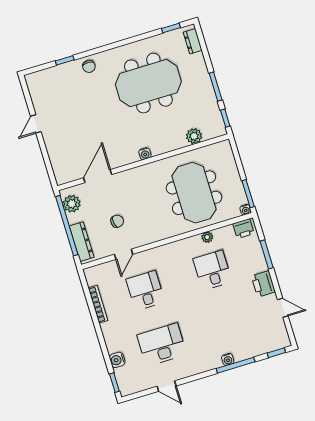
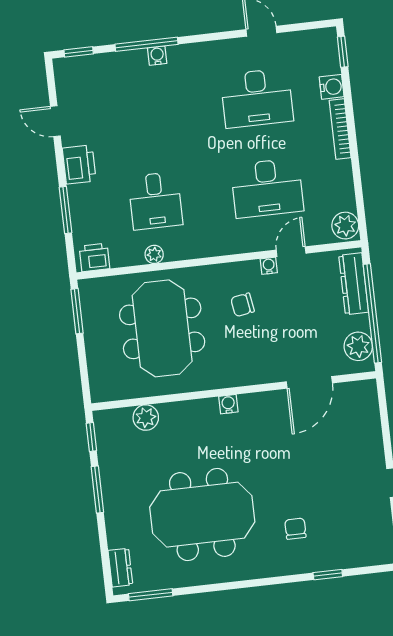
window: (171, 28) -> (151, 595), width x1.50
chair: (89, 66) -> (295, 529), moved
water cooler: (245, 210) -> (269, 266), moved
chair: (117, 221) -> (243, 305), moved
plant: (93, 276) -> (345, 226), added
desk: (145, 291) -> (267, 188), width x1.37
bookcase: (98, 304) -> (340, 129), moved

